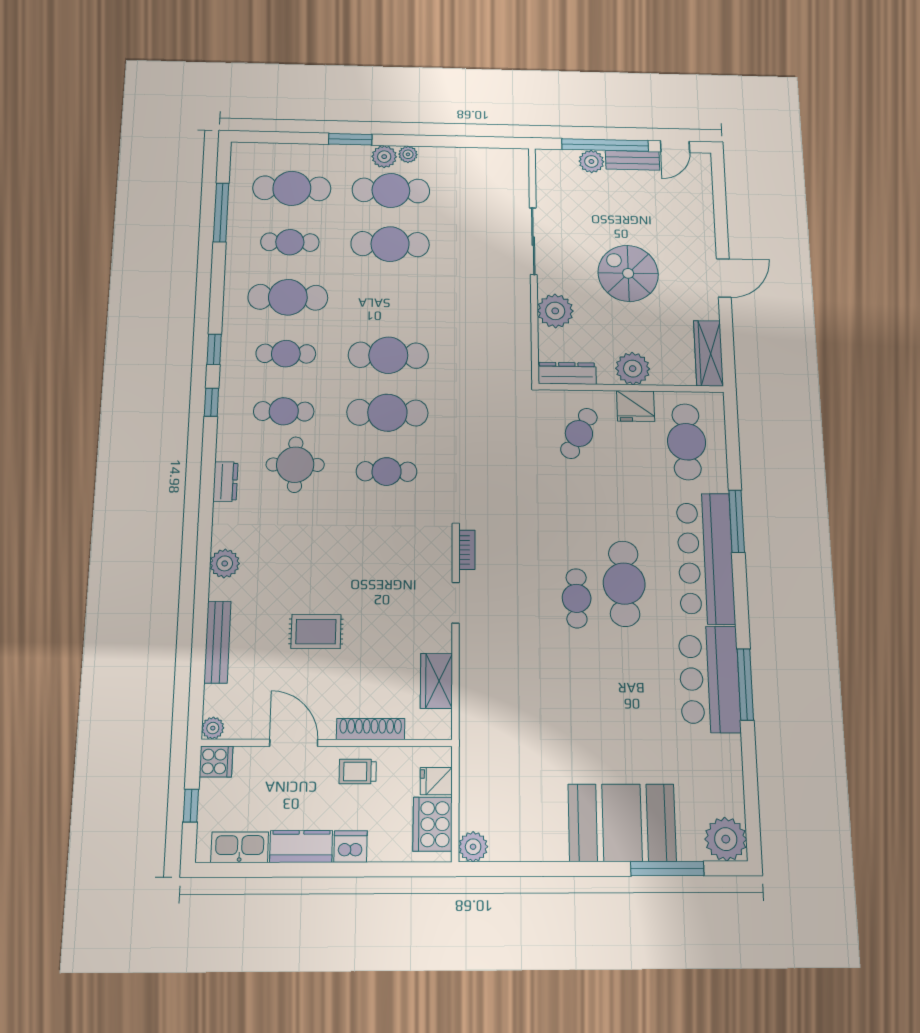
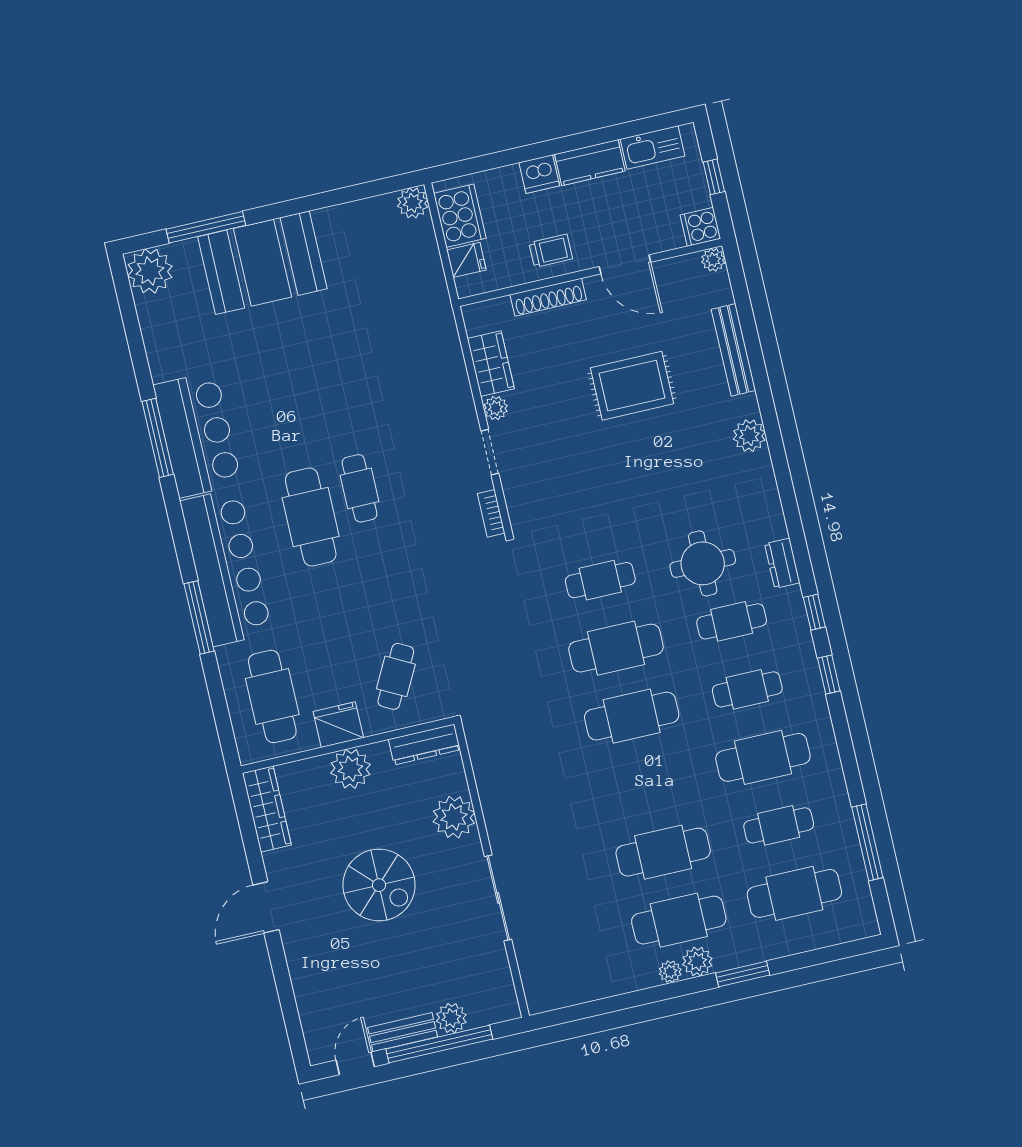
dresser: (225, 482) -> (782, 563), moved
rug: (316, 632) -> (632, 386), width x1.36, depth x1.43
plant: (441, 640) -> (496, 408), added

